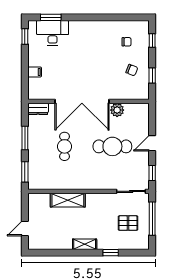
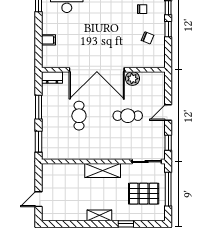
window: (152, 75) -> (168, 29), moved
cafe table: (112, 146) -> (128, 116), width x0.73, depth x0.74
shelving: (68, 200) -> (103, 170), moved
pallet: (128, 223) -> (144, 194), width x1.50, depth x1.42

